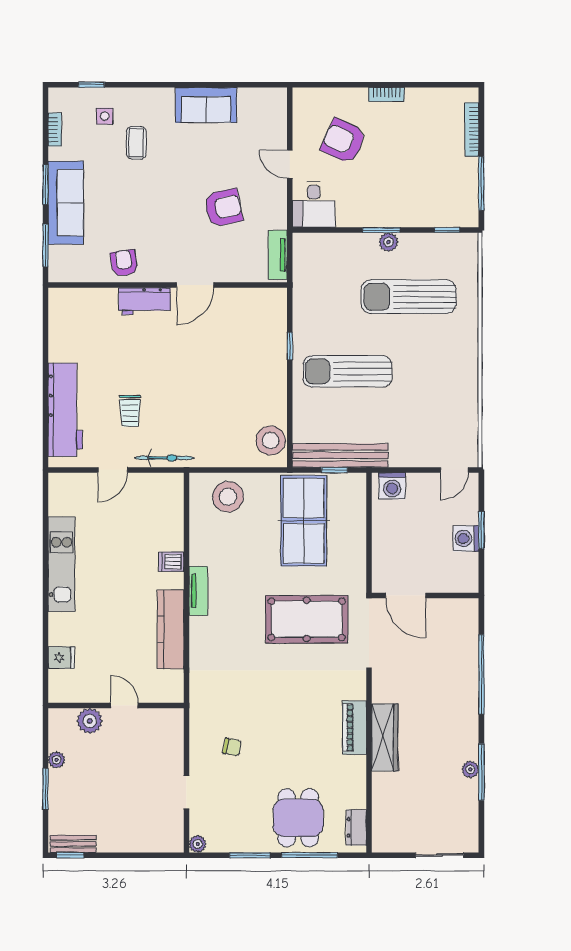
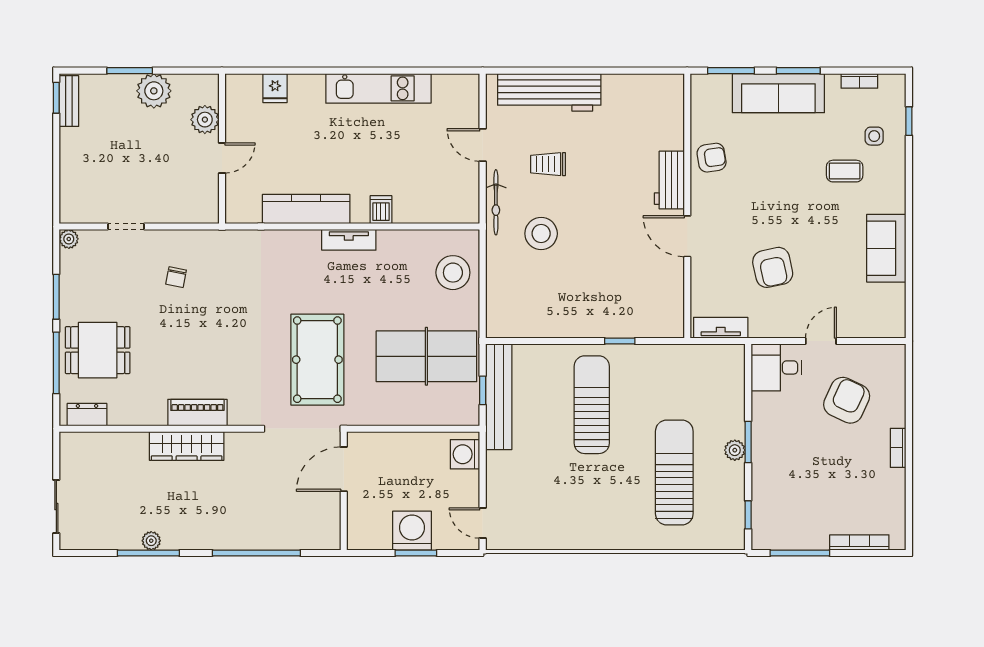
stool: (271, 441) -> (541, 234), moved
washing machine: (466, 539) -> (412, 531), width x1.37, depth x1.37
plant: (56, 760) -> (154, 91), width x1.88, depth x1.88

